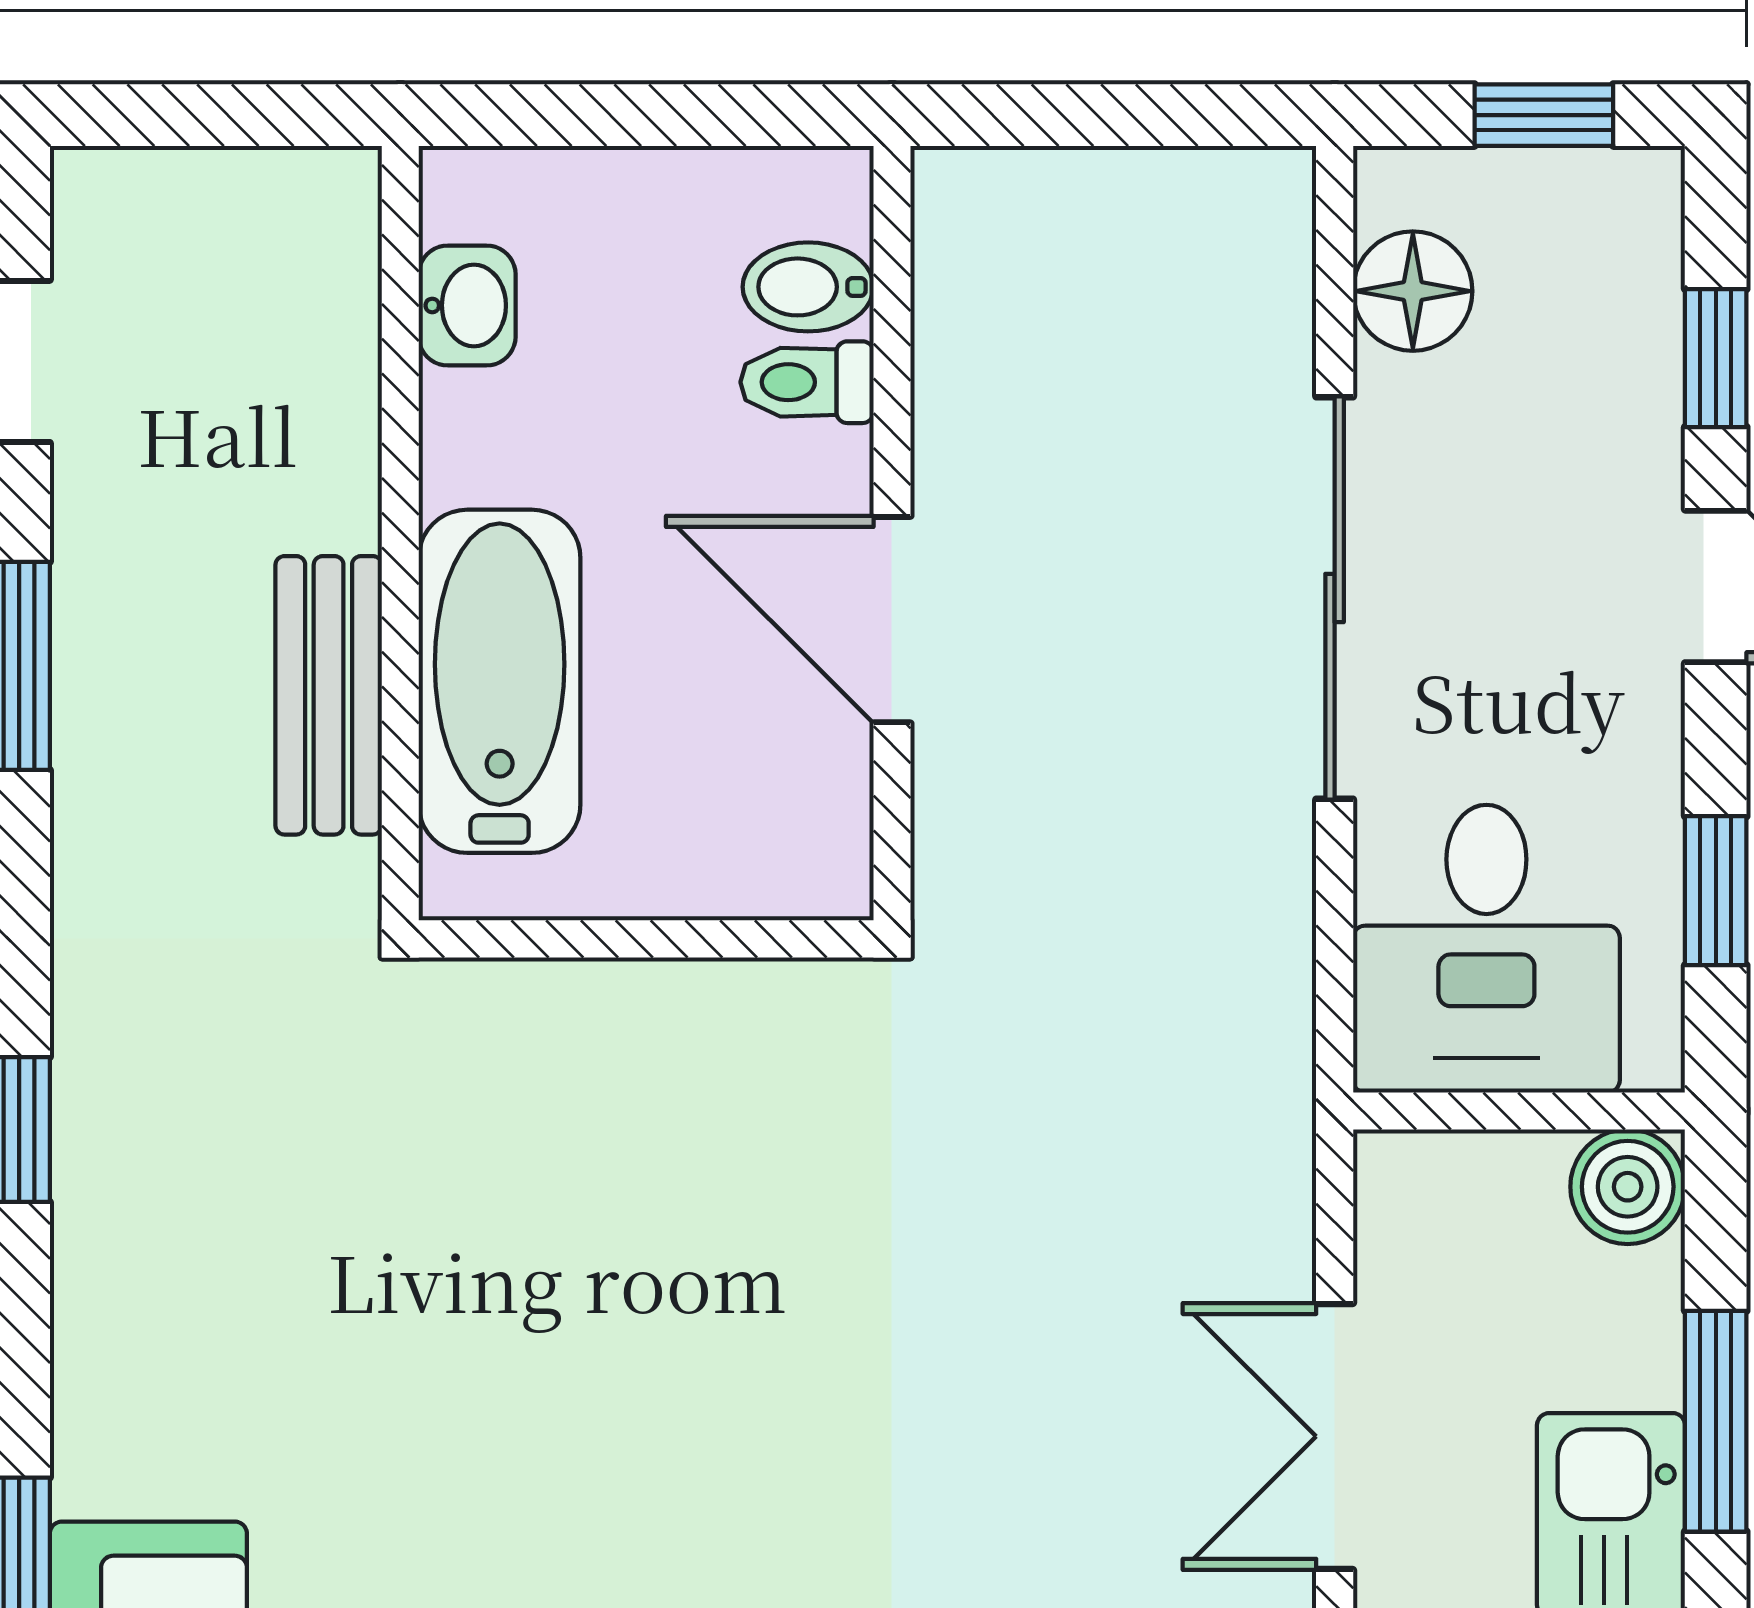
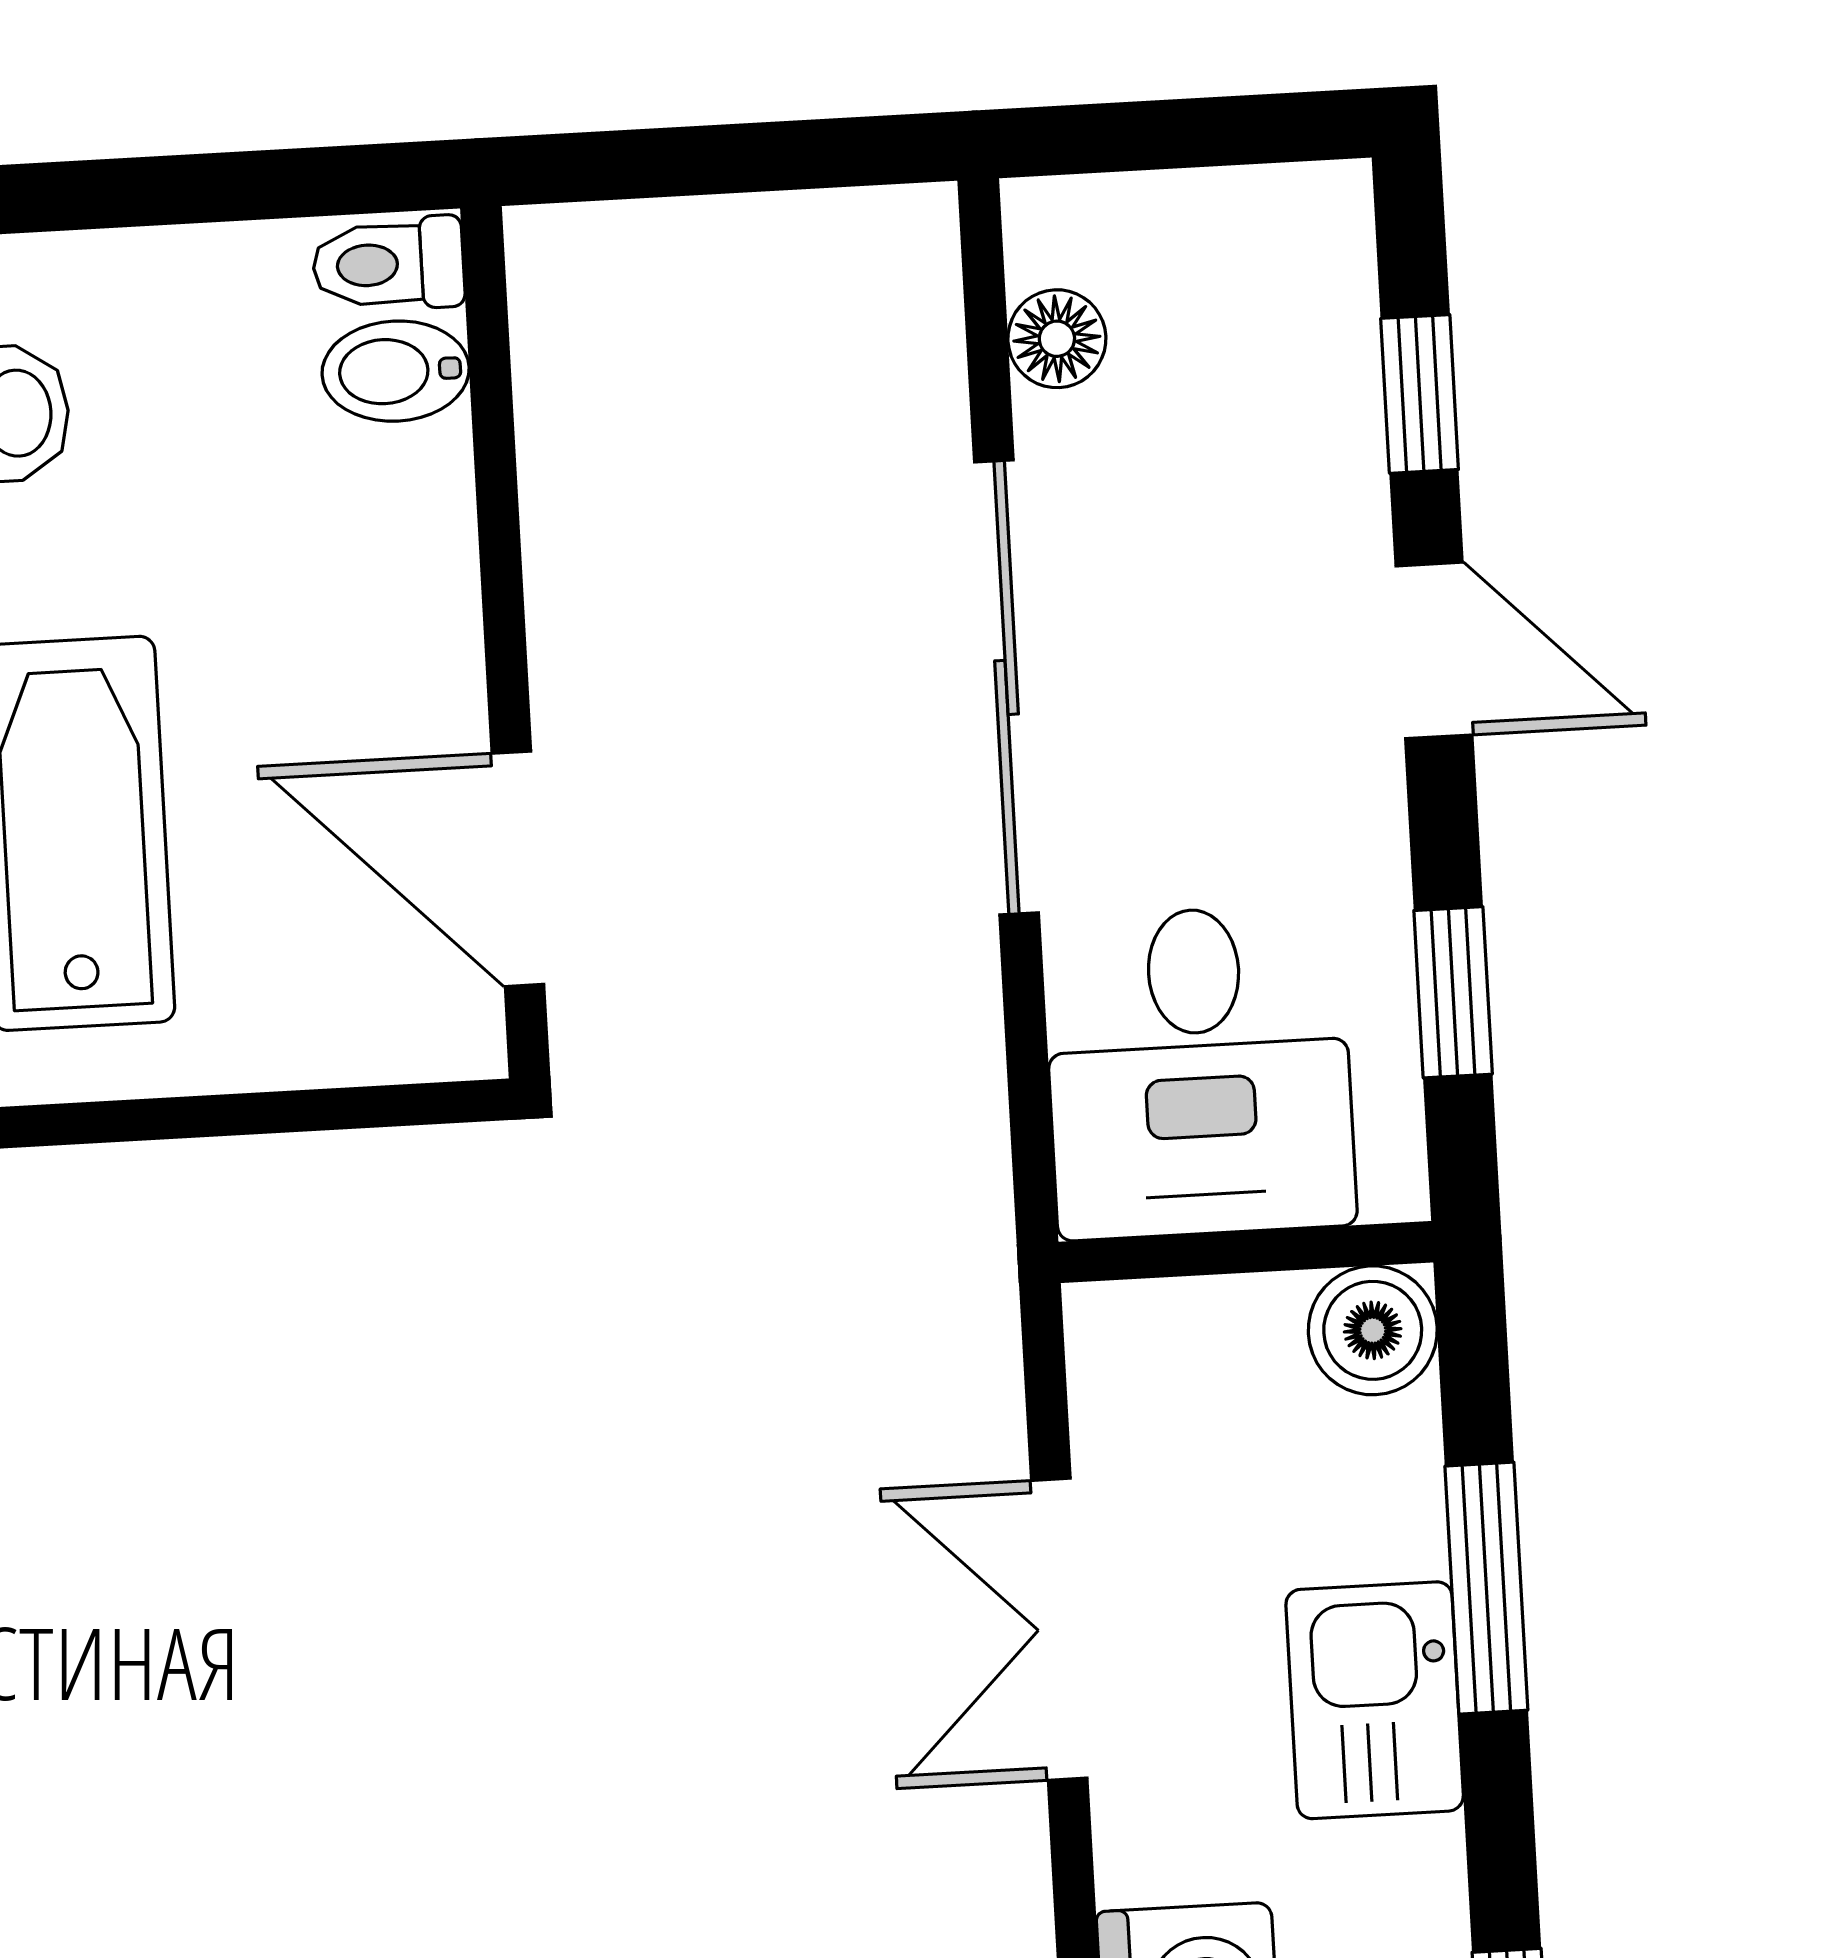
window: (1544, 115) -> (1211, 132), removed
floor lamp: (1413, 291) -> (1057, 339), width x0.73, depth x0.73
toilet: (807, 382) -> (388, 264), moved
door: (892, 620) -> (518, 869), moved

